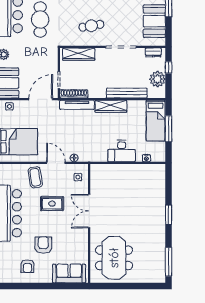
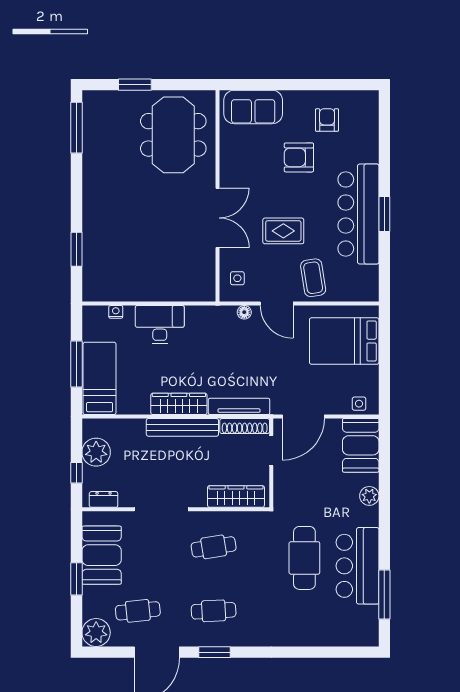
bench: (127, 93) -> (182, 427), moved
window: (169, 215) -> (76, 249), moved
armchair: (43, 245) -> (299, 157), turned 90
window: (136, 286) -> (135, 85), added

